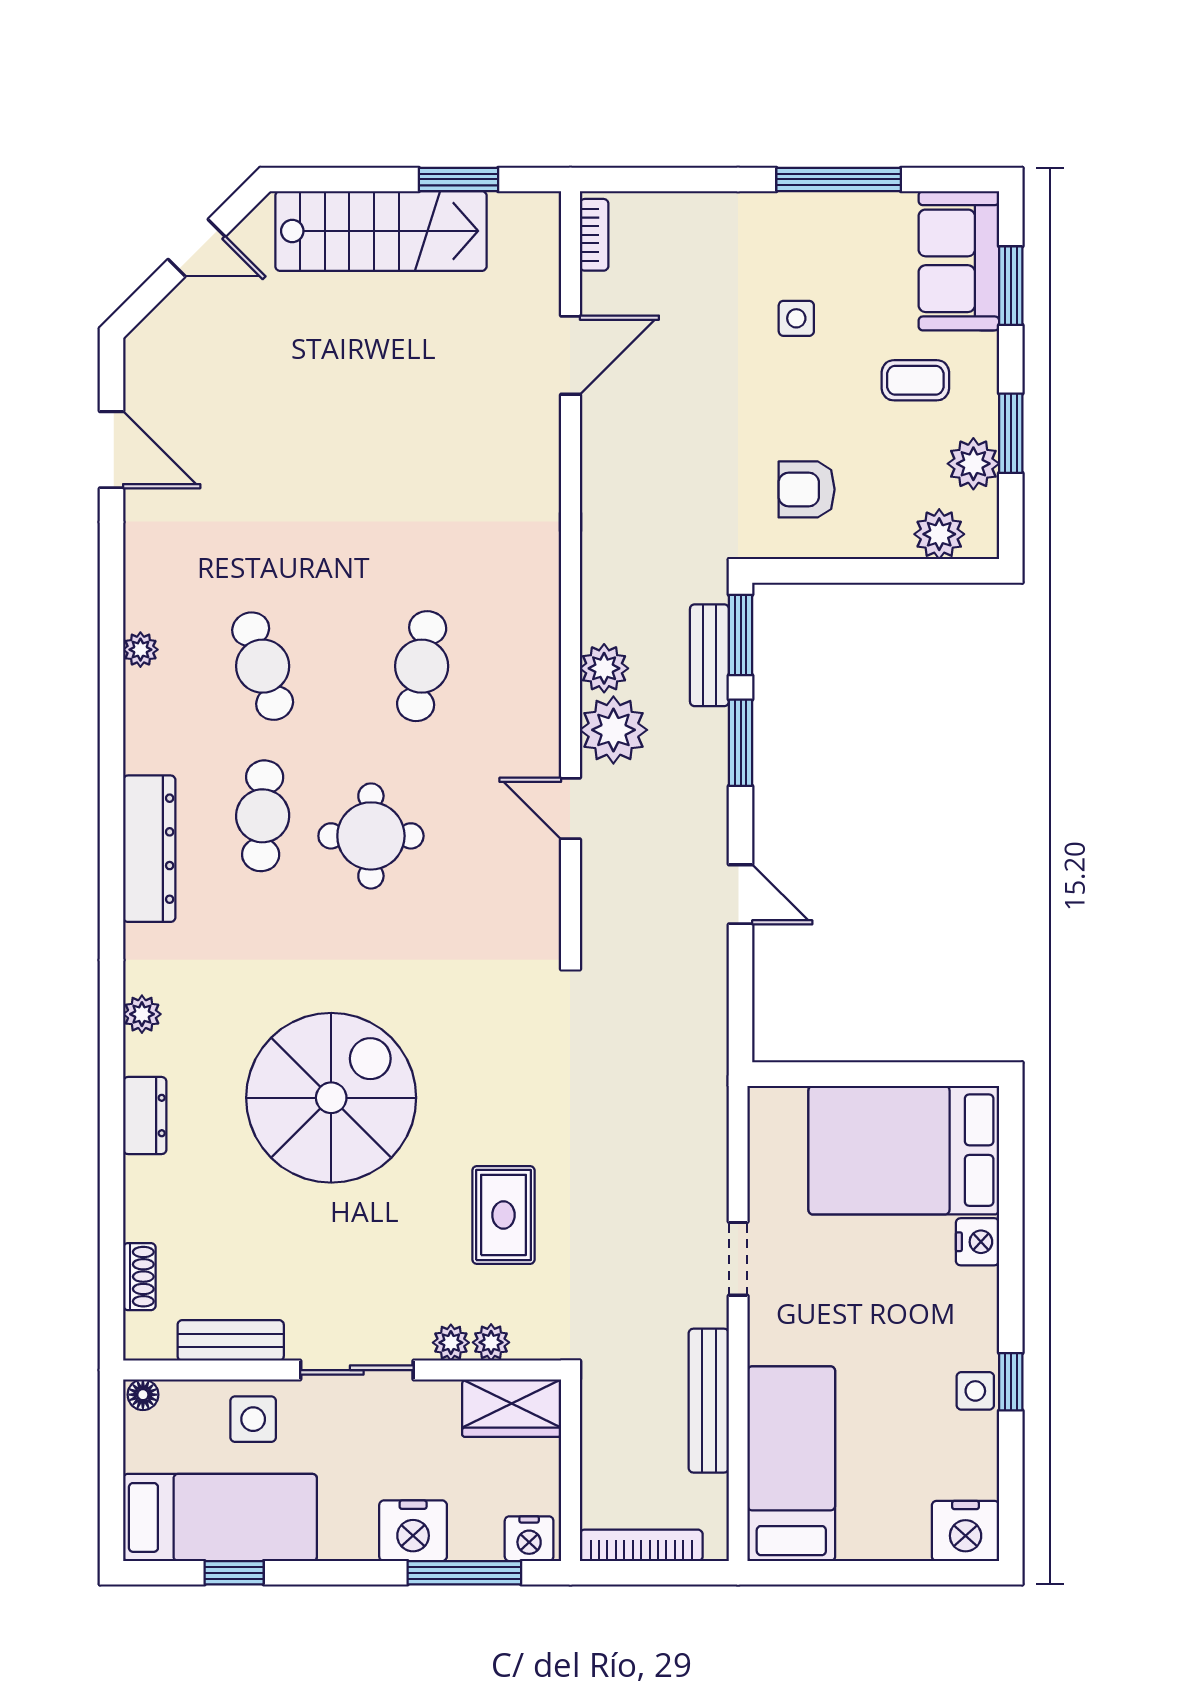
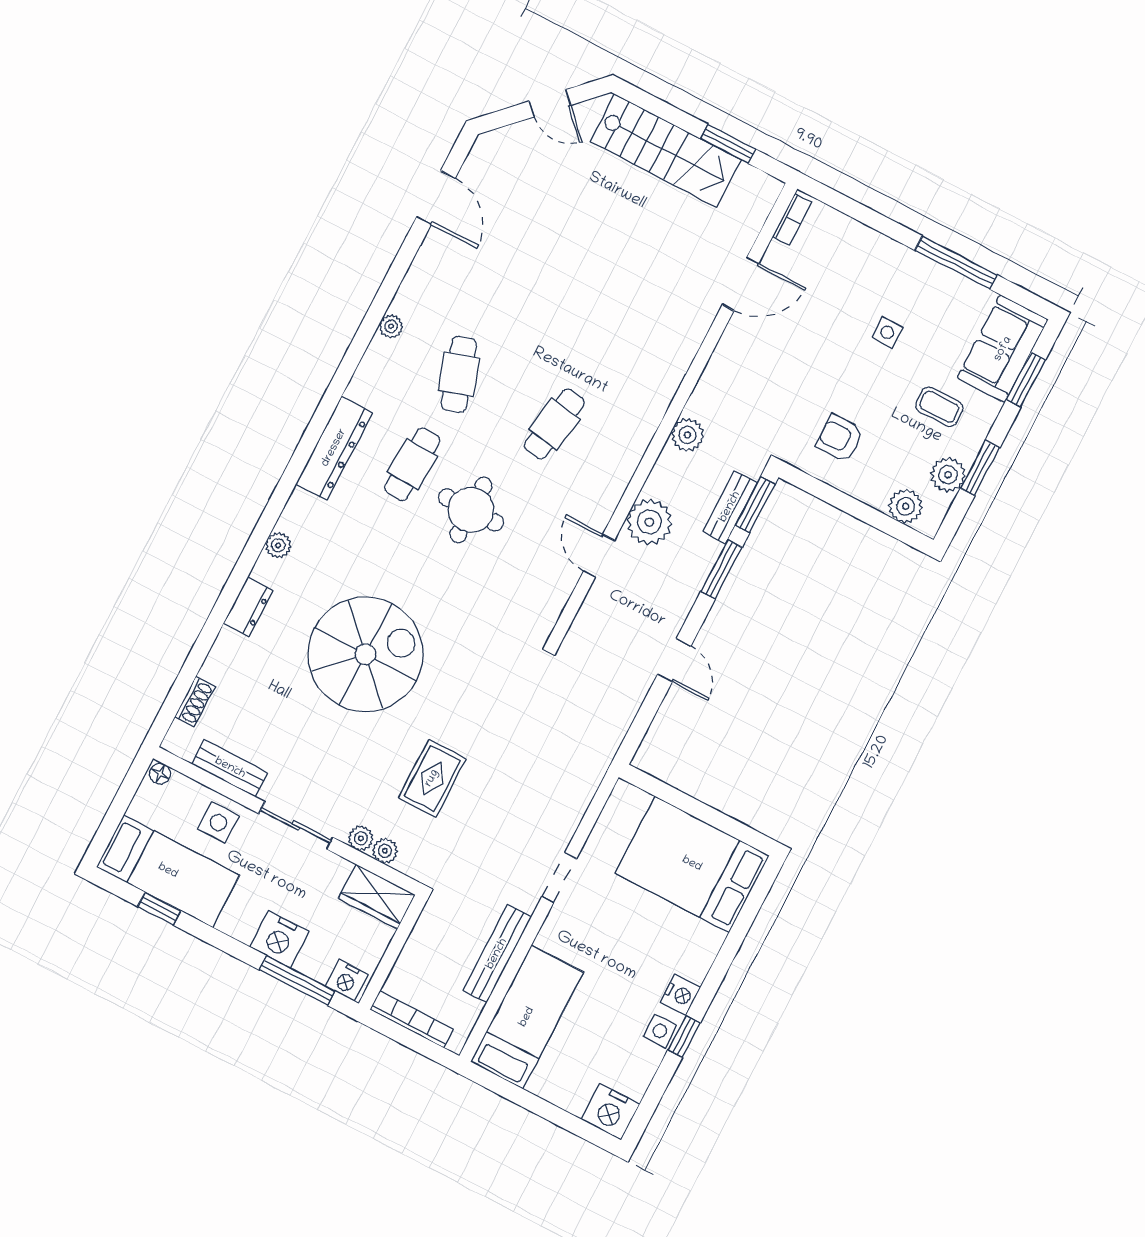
plant: (604, 668) -> (687, 435), moved
nightstand: (977, 1242) -> (680, 995), moved

